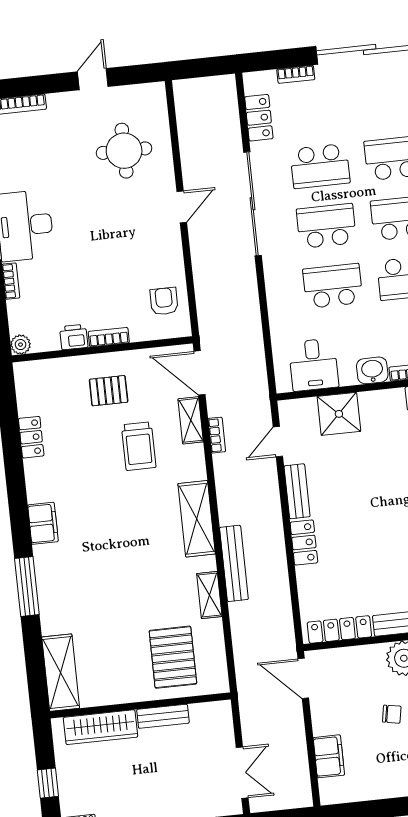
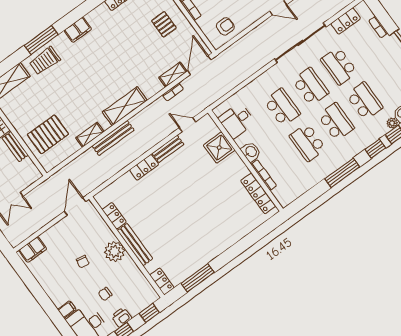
trolley: (139, 446) -> (45, 61), moved
locker: (339, 629) -> (114, 216), width x0.66
filing cabinet: (329, 756) -> (33, 250), moved

